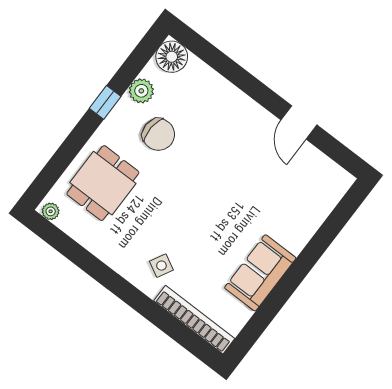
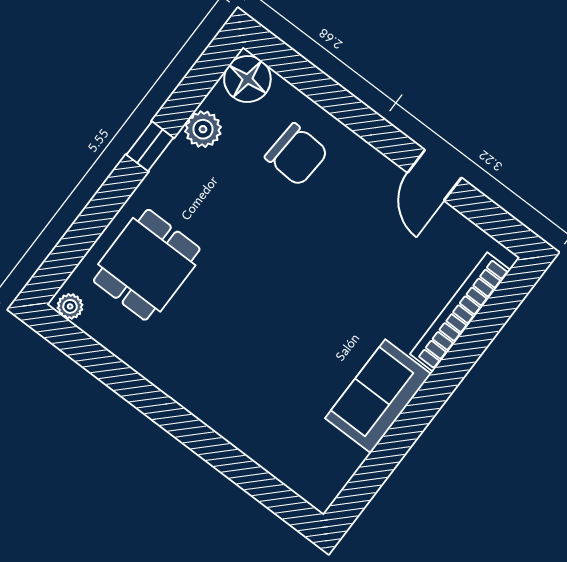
chair: (158, 134) -> (297, 155), moved
side table: (161, 266) -> (233, 386), removed
bookcase: (194, 320) -> (460, 312), moved, turned -90

